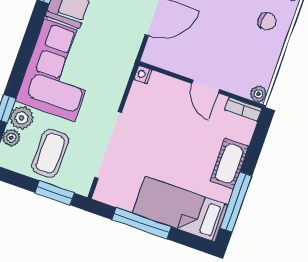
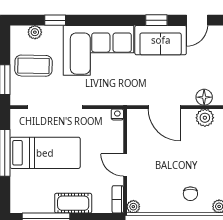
door: (206, 86) -> (125, 165), hinge flipped
plant: (22, 118) -> (53, 35), removed
bed: (180, 209) -> (45, 153), moved, turned 90

